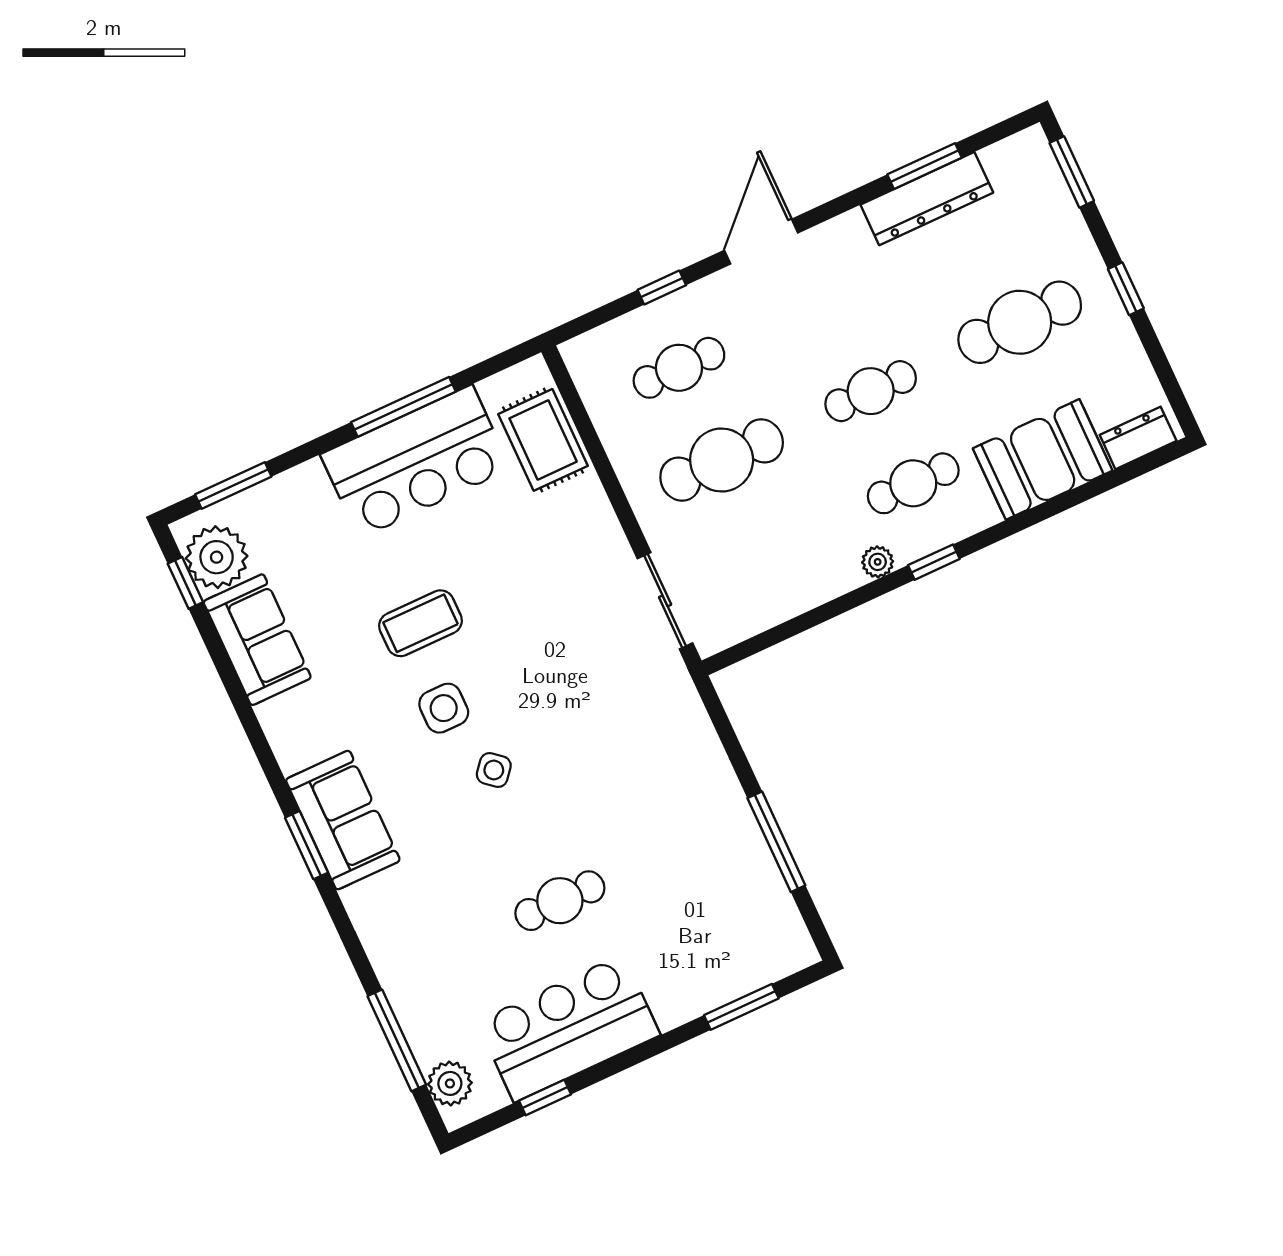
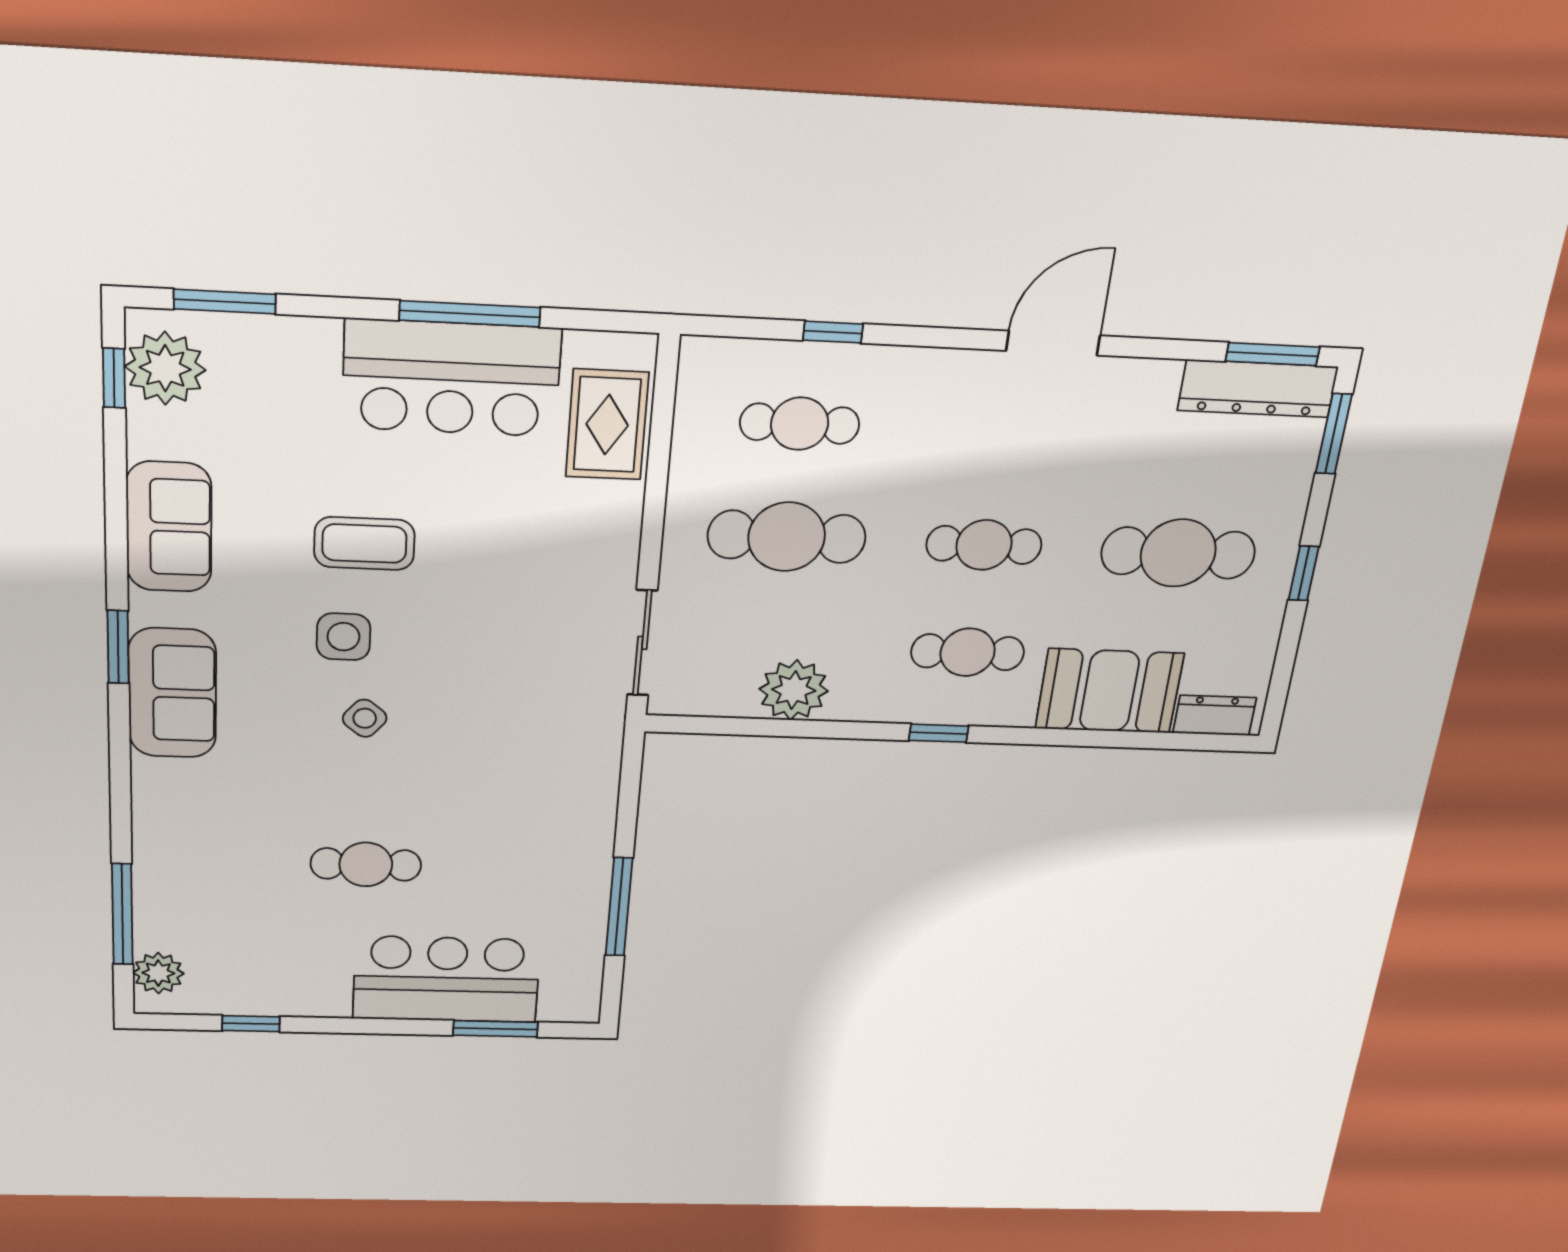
window: (925, 166) -> (1273, 354), moved
dresser: (927, 199) -> (1258, 389), moved
door: (761, 242) -> (1053, 343), moved
plant: (878, 562) -> (794, 690), moved, width x1.88, depth x1.88
sofa: (257, 640) -> (169, 527), moved
window: (307, 845) -> (118, 647), moved
bar counter: (569, 1028) -> (446, 979), moved

